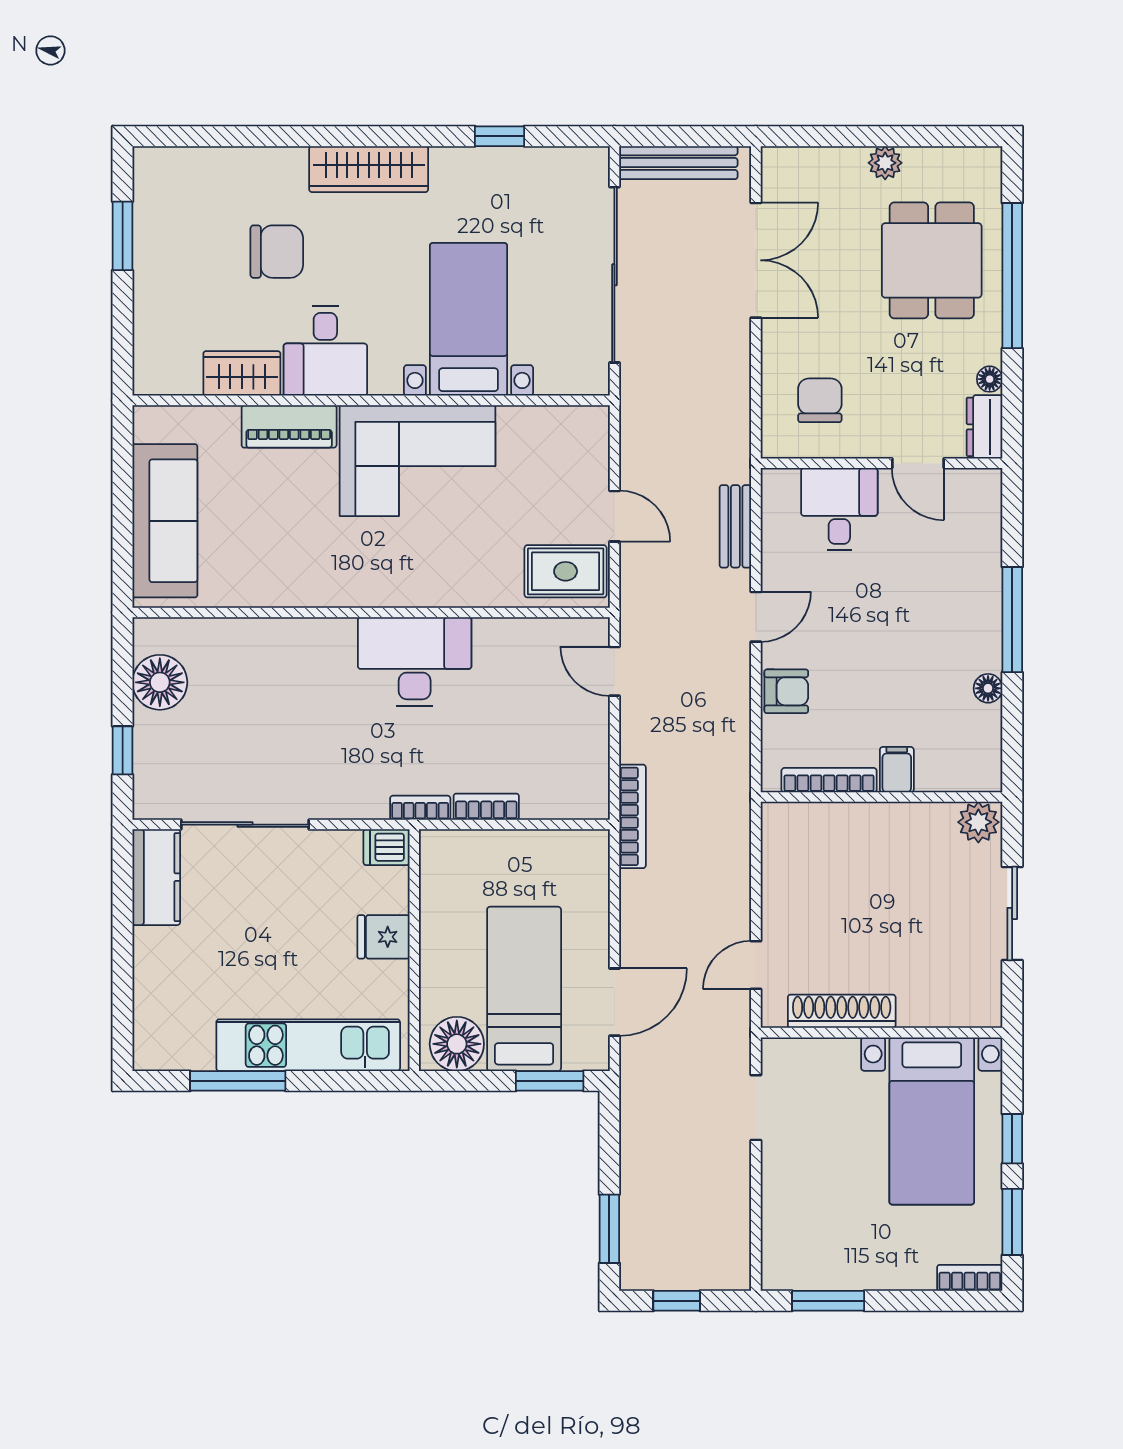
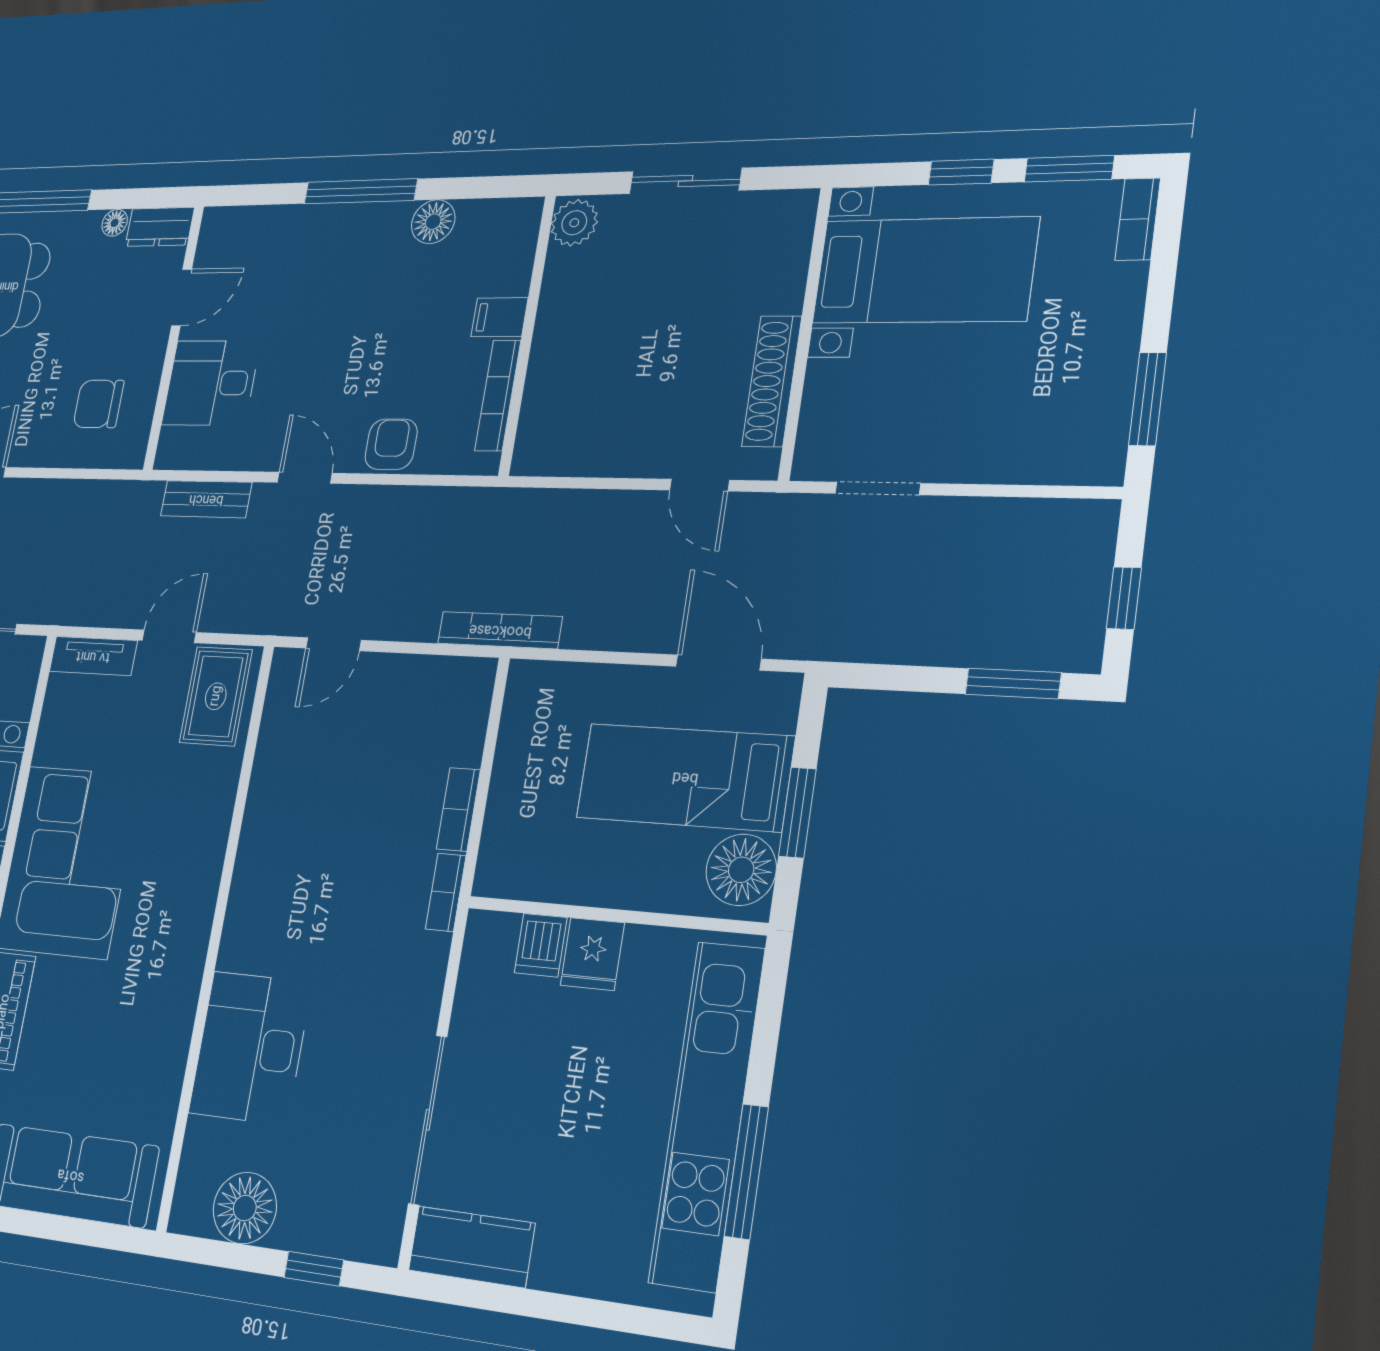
tv unit: (594, 446) -> (93, 656), added
desk: (415, 662) -> (250, 1048), moved
floor lamp: (988, 688) -> (433, 222), width x1.37, depth x1.37
dishwasher: (386, 847) -> (541, 945), moved
kitchen unit: (308, 1045) -> (707, 1115), width x1.36
window: (550, 1081) -> (797, 813), moved

